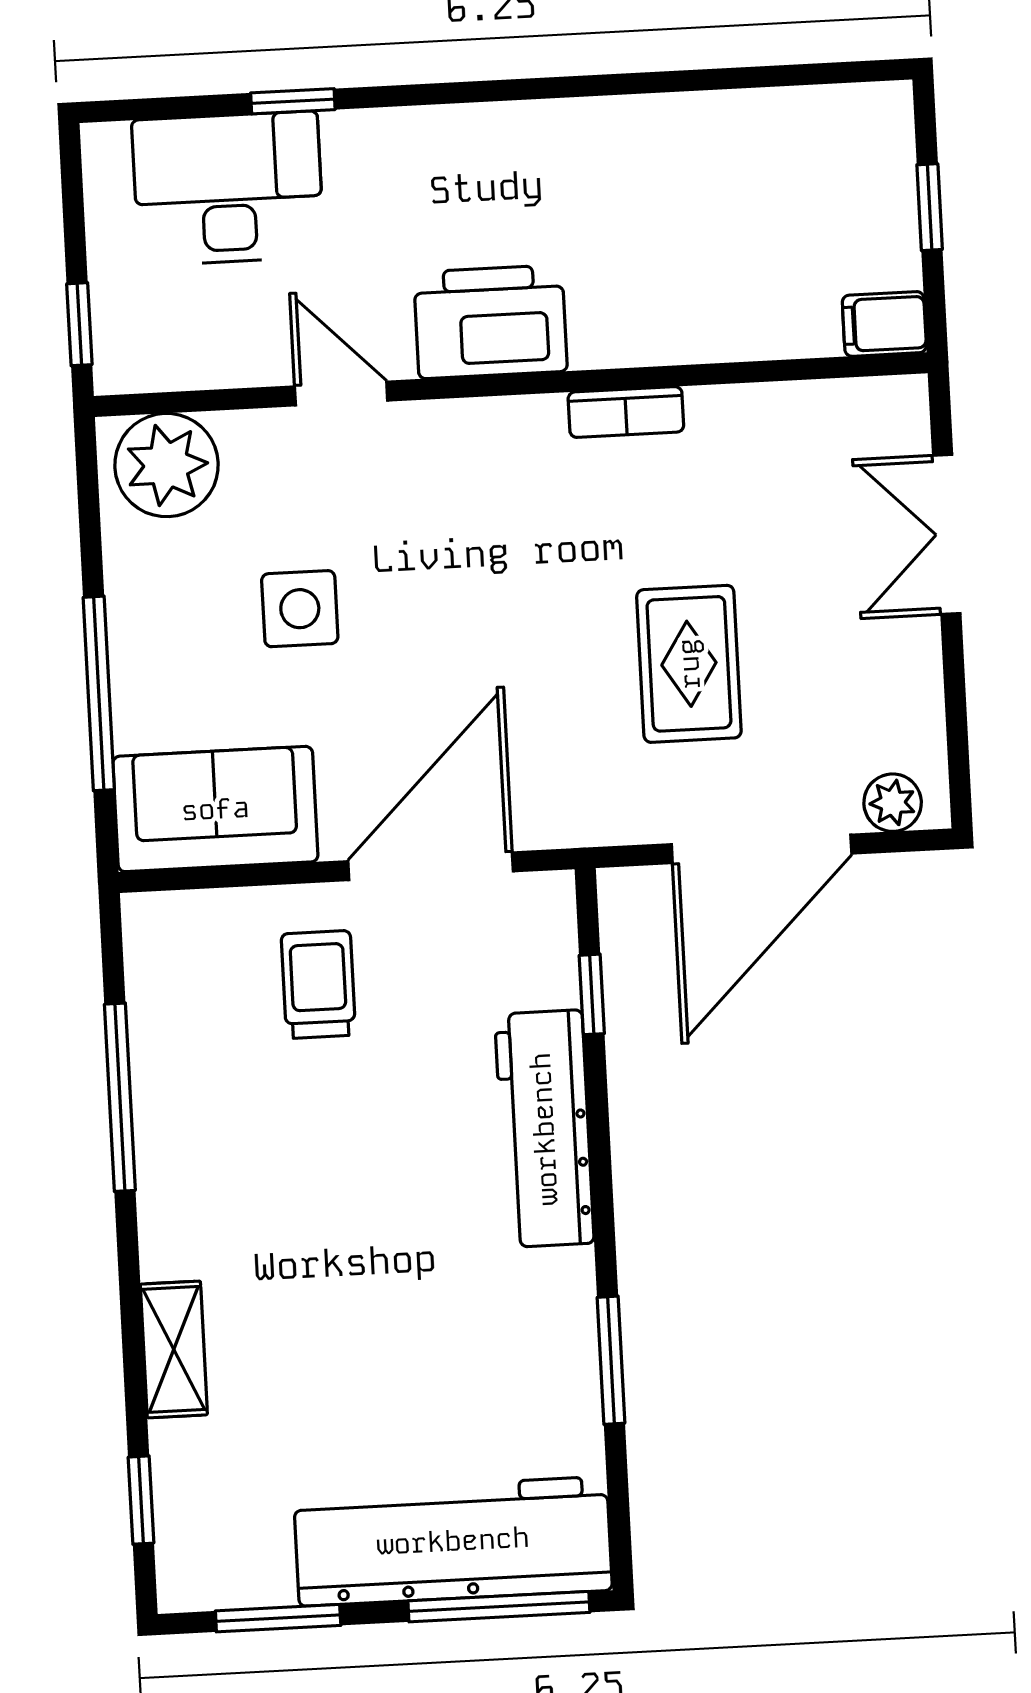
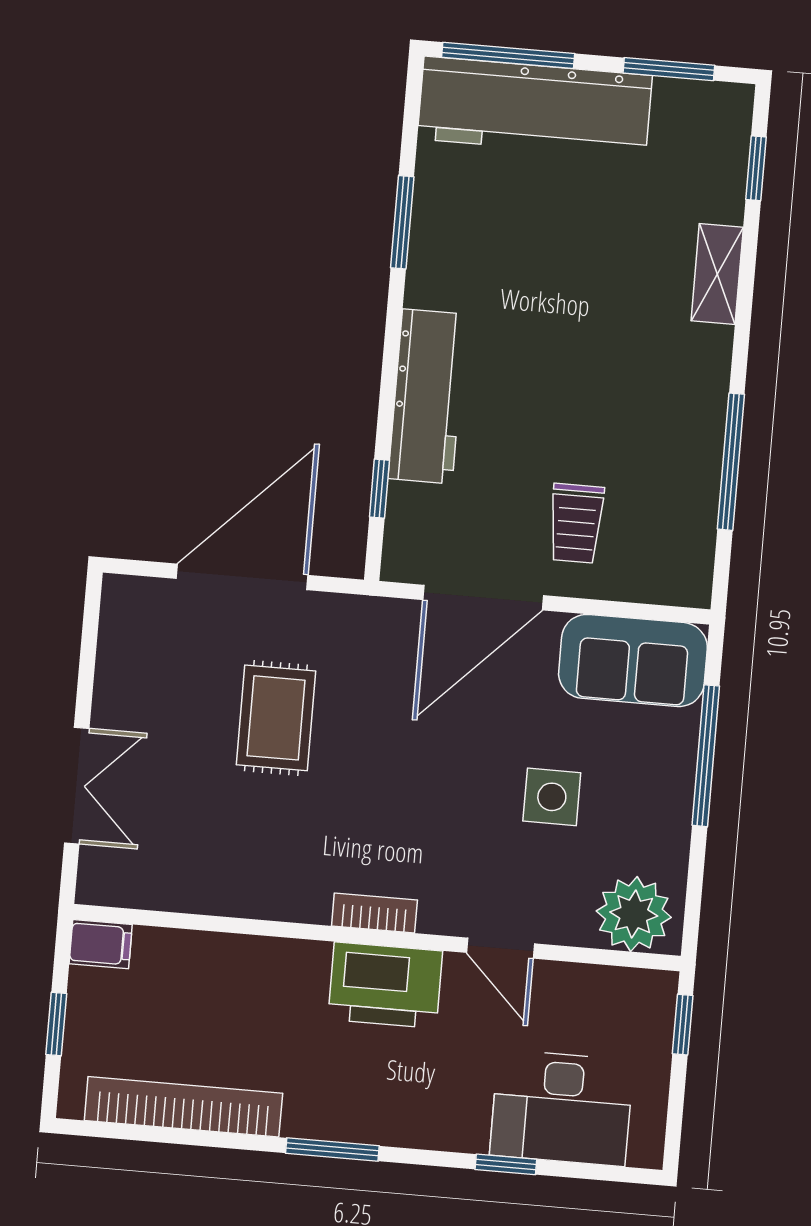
window: (531, 89) -> (332, 1149), added
bookcase: (741, 119) -> (183, 1107), added
bookcase: (626, 412) -> (374, 913), moved
plant: (893, 803) -> (143, 597), removed

